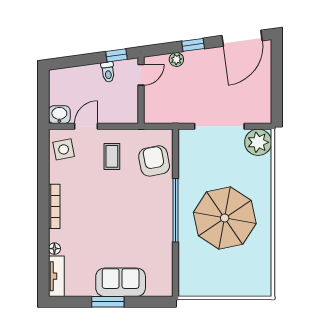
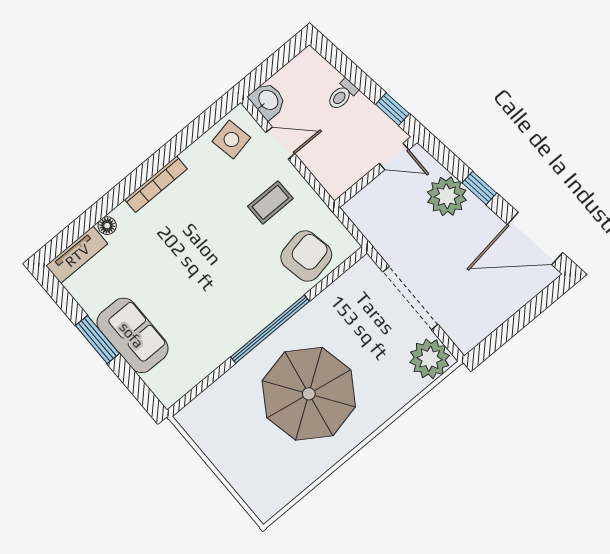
plant: (176, 60) -> (447, 196), width x1.88, depth x1.88
toilet: (108, 72) -> (342, 95), moved

